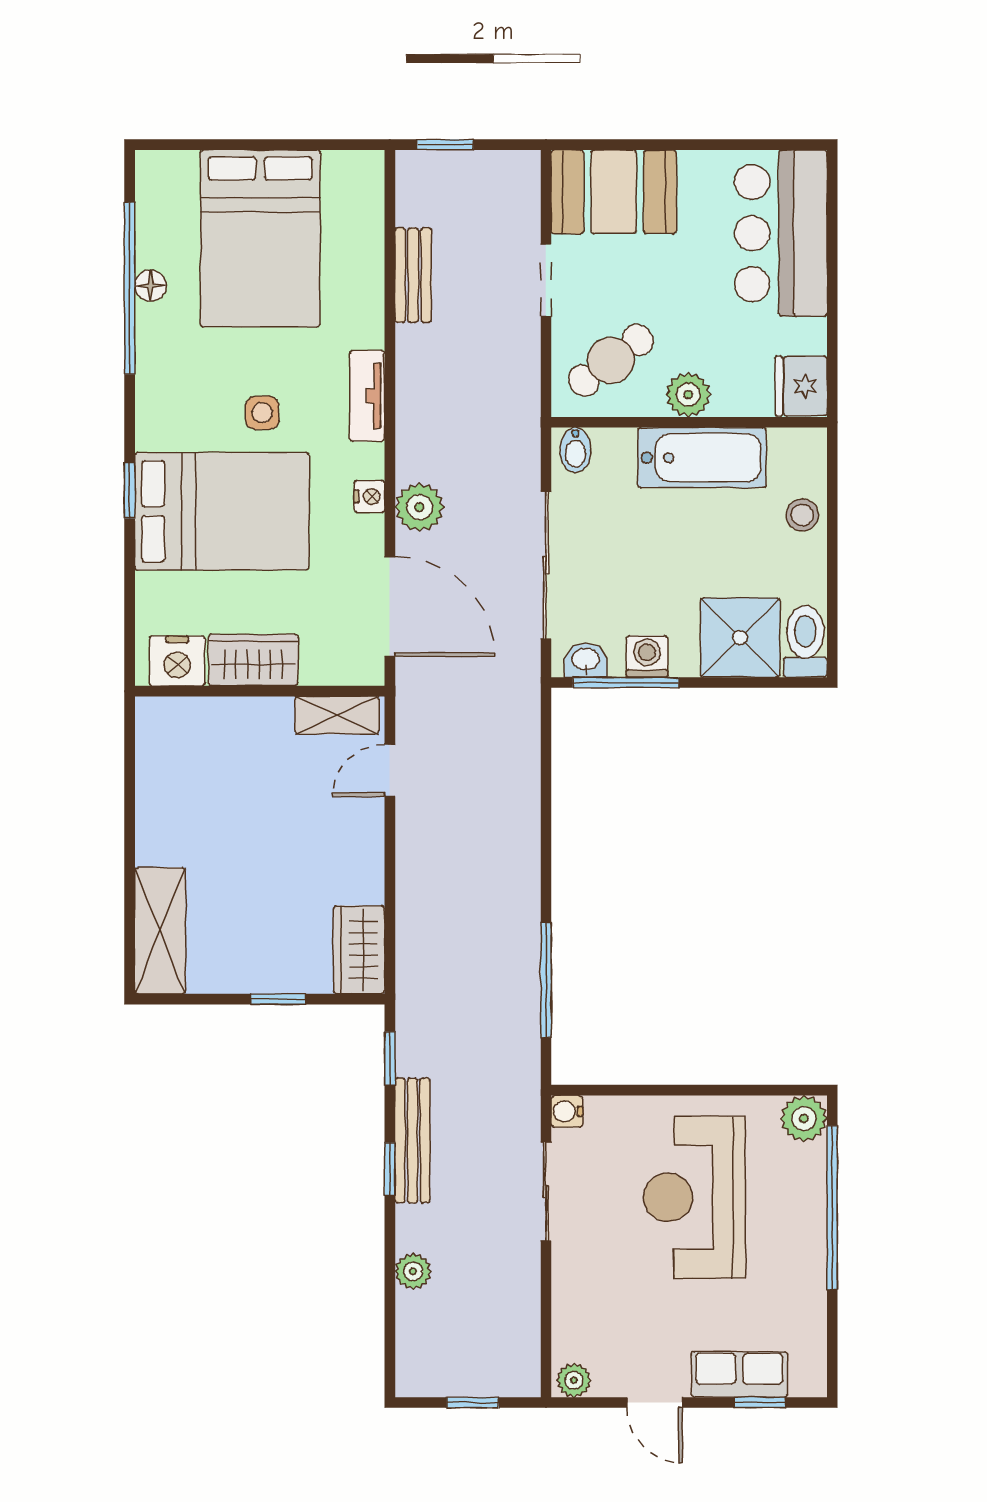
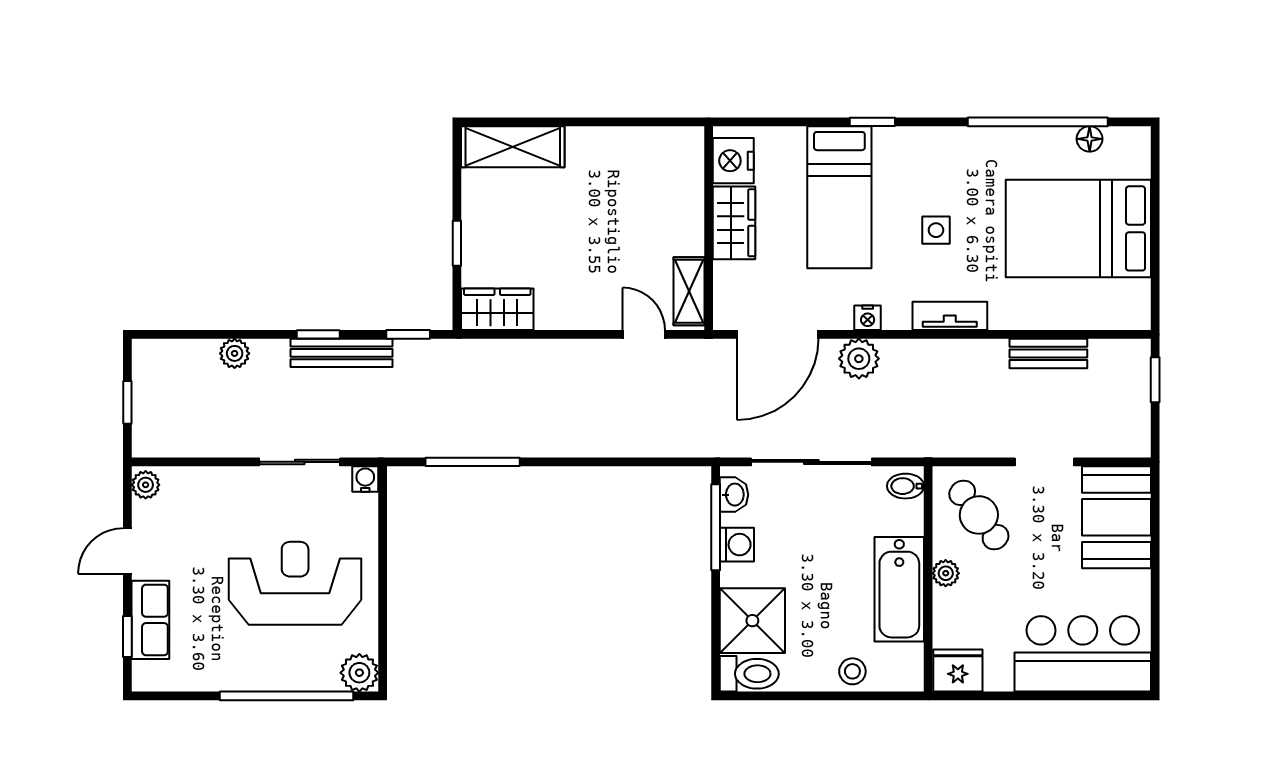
floor lamp: (150, 286) -> (1090, 139), moved
plant: (688, 395) -> (946, 573), width x0.73, depth x0.73
bed: (222, 511) -> (839, 197), width x0.67

